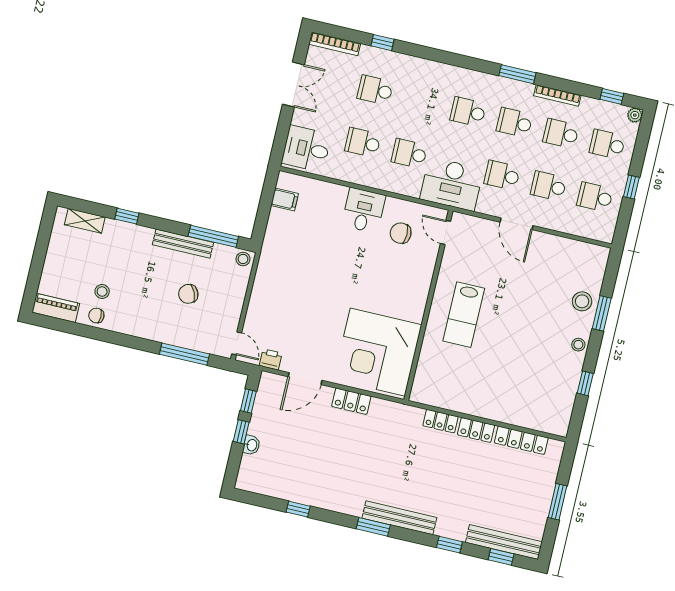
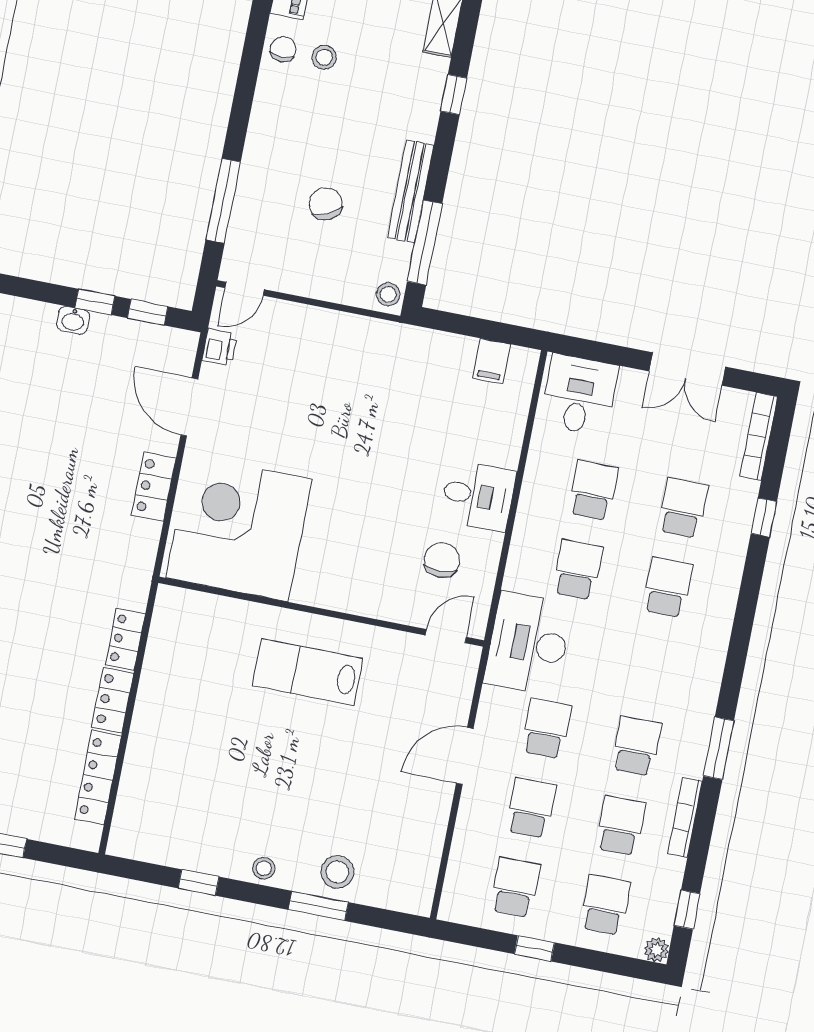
school desk: (468, 112) -> (668, 587), moved

